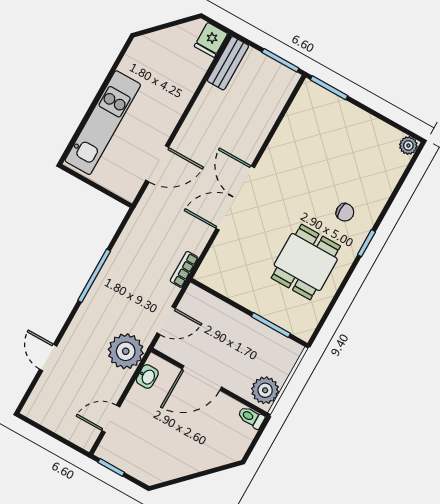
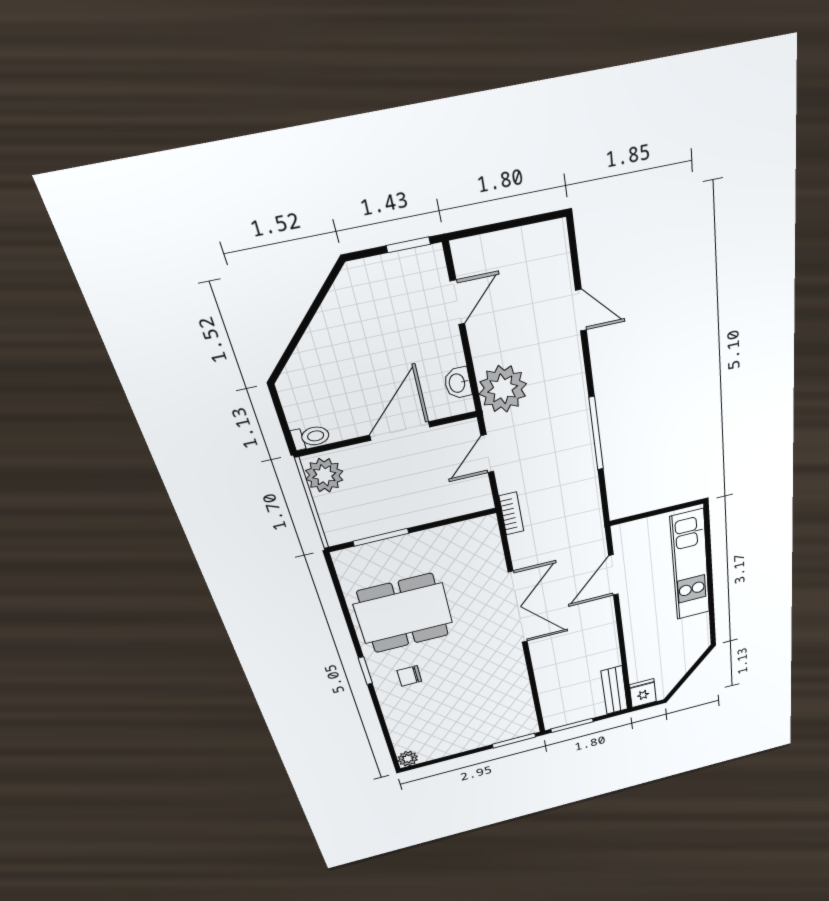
dining table: (306, 262) -> (403, 613), width x1.38

